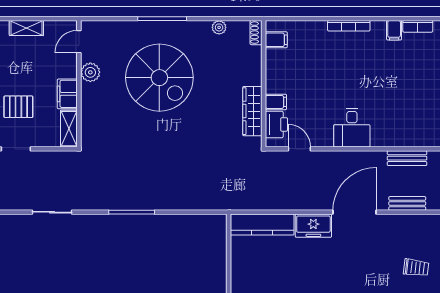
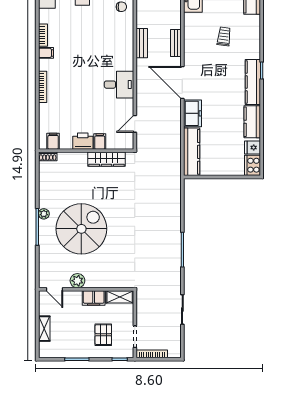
plant: (219, 27) -> (44, 214), moved
printer: (276, 124) -> (83, 141), moved

